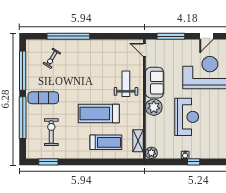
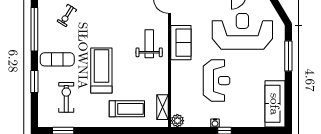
plant: (154, 107) -> (180, 70), removed
treadmill: (99, 113) -> (101, 70), moved, turned 90
window: (23, 118) -> (34, 81), width x0.47

